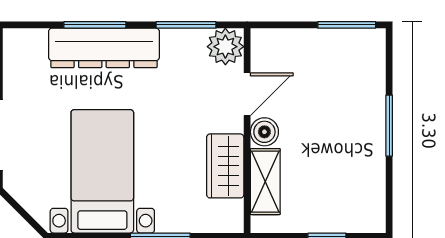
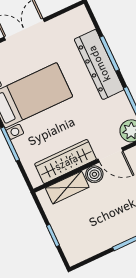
wardrobe: (225, 166) -> (66, 162), width x1.50

